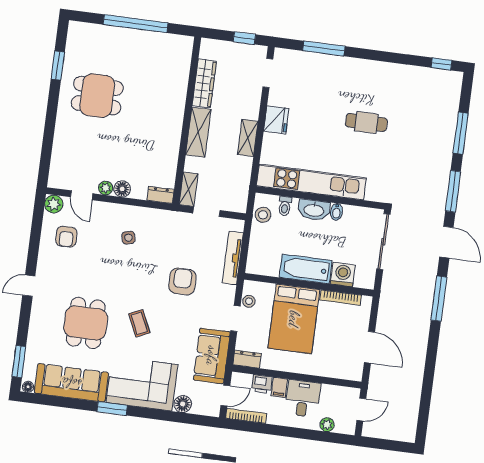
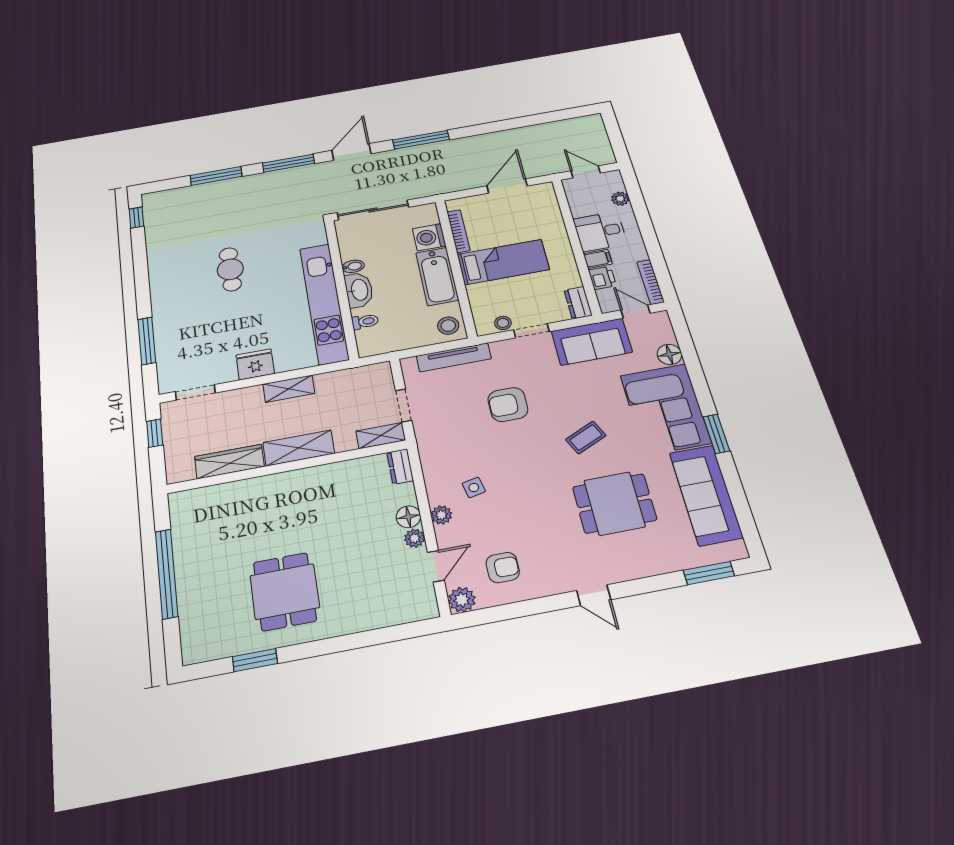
plant: (116, 210) -> (441, 515), added
stool: (263, 215) -> (448, 326), moved
bed: (294, 319) -> (503, 262), width x0.67
floor lamp: (28, 387) -> (739, 549), removed

